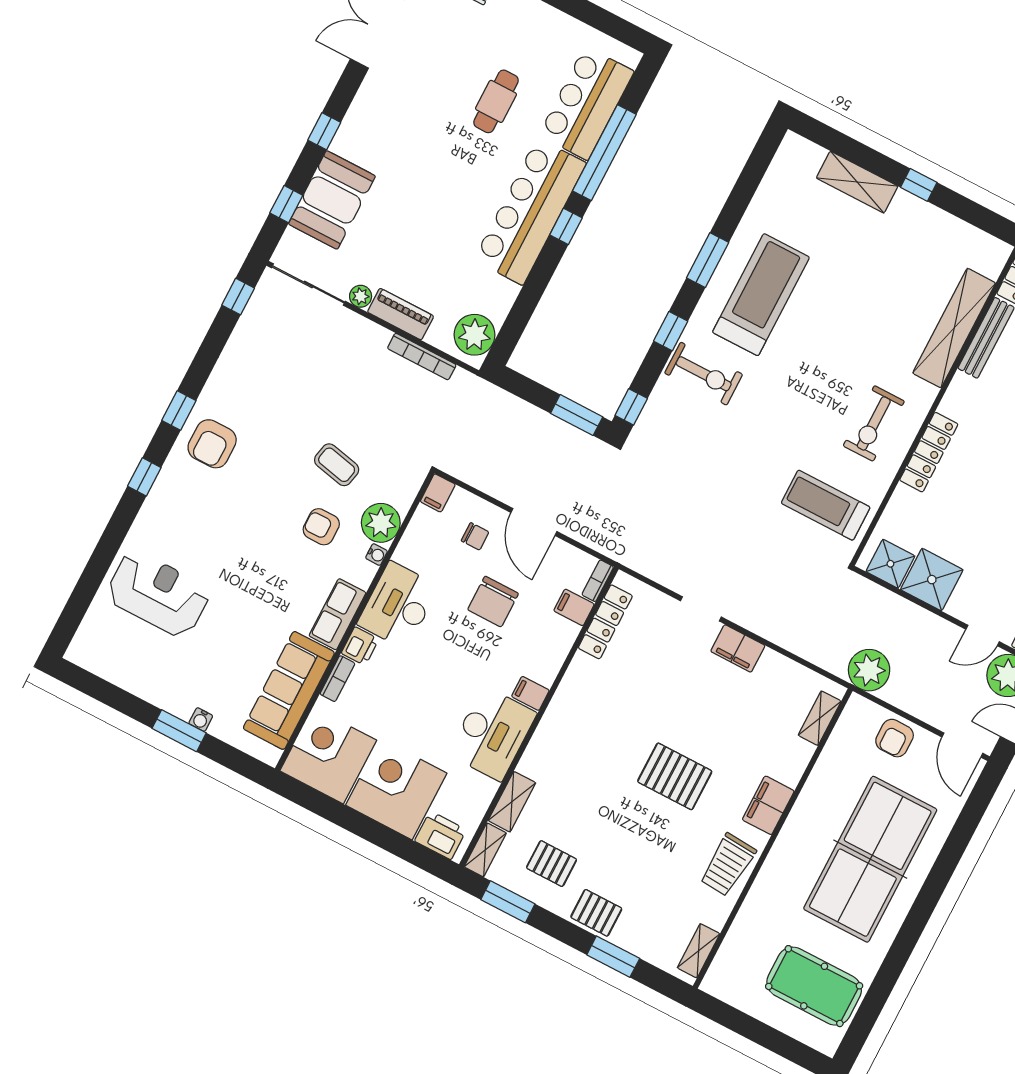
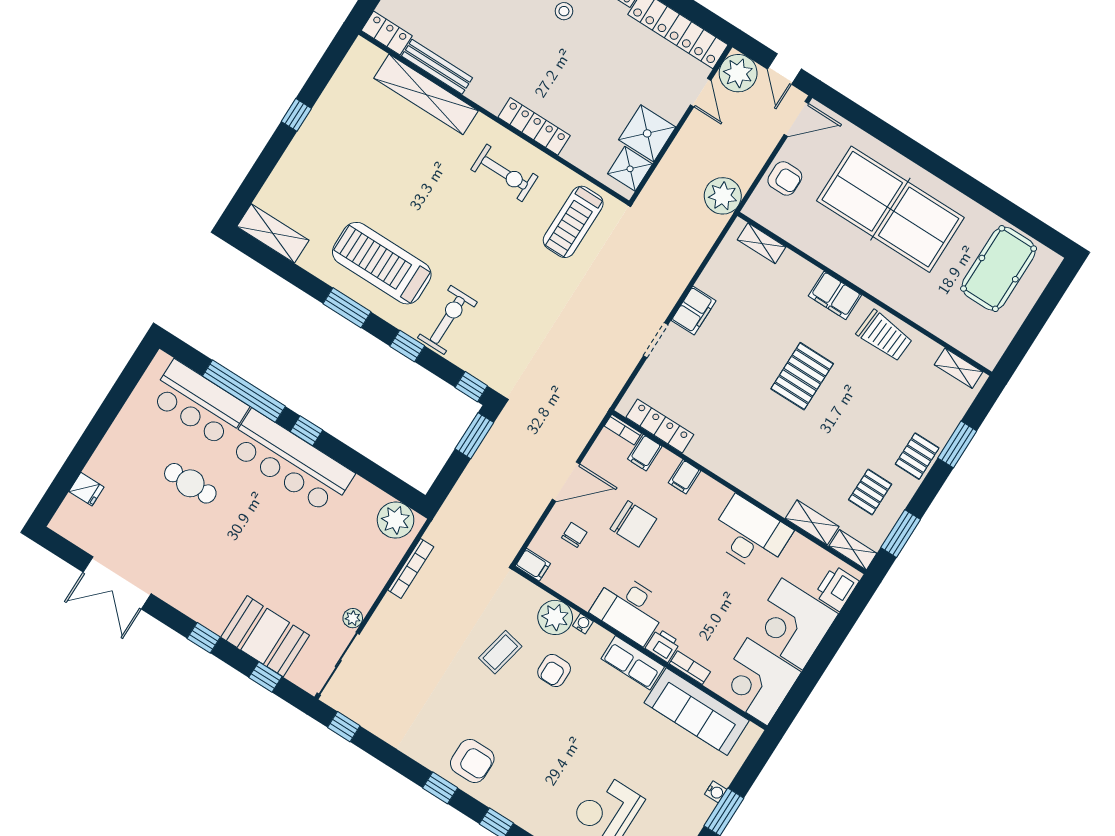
shelving: (857, 182) -> (273, 233), moved, turned 90
piano: (401, 314) -> (372, 584), removed
filing cabinet: (530, 693) -> (684, 477), moved

